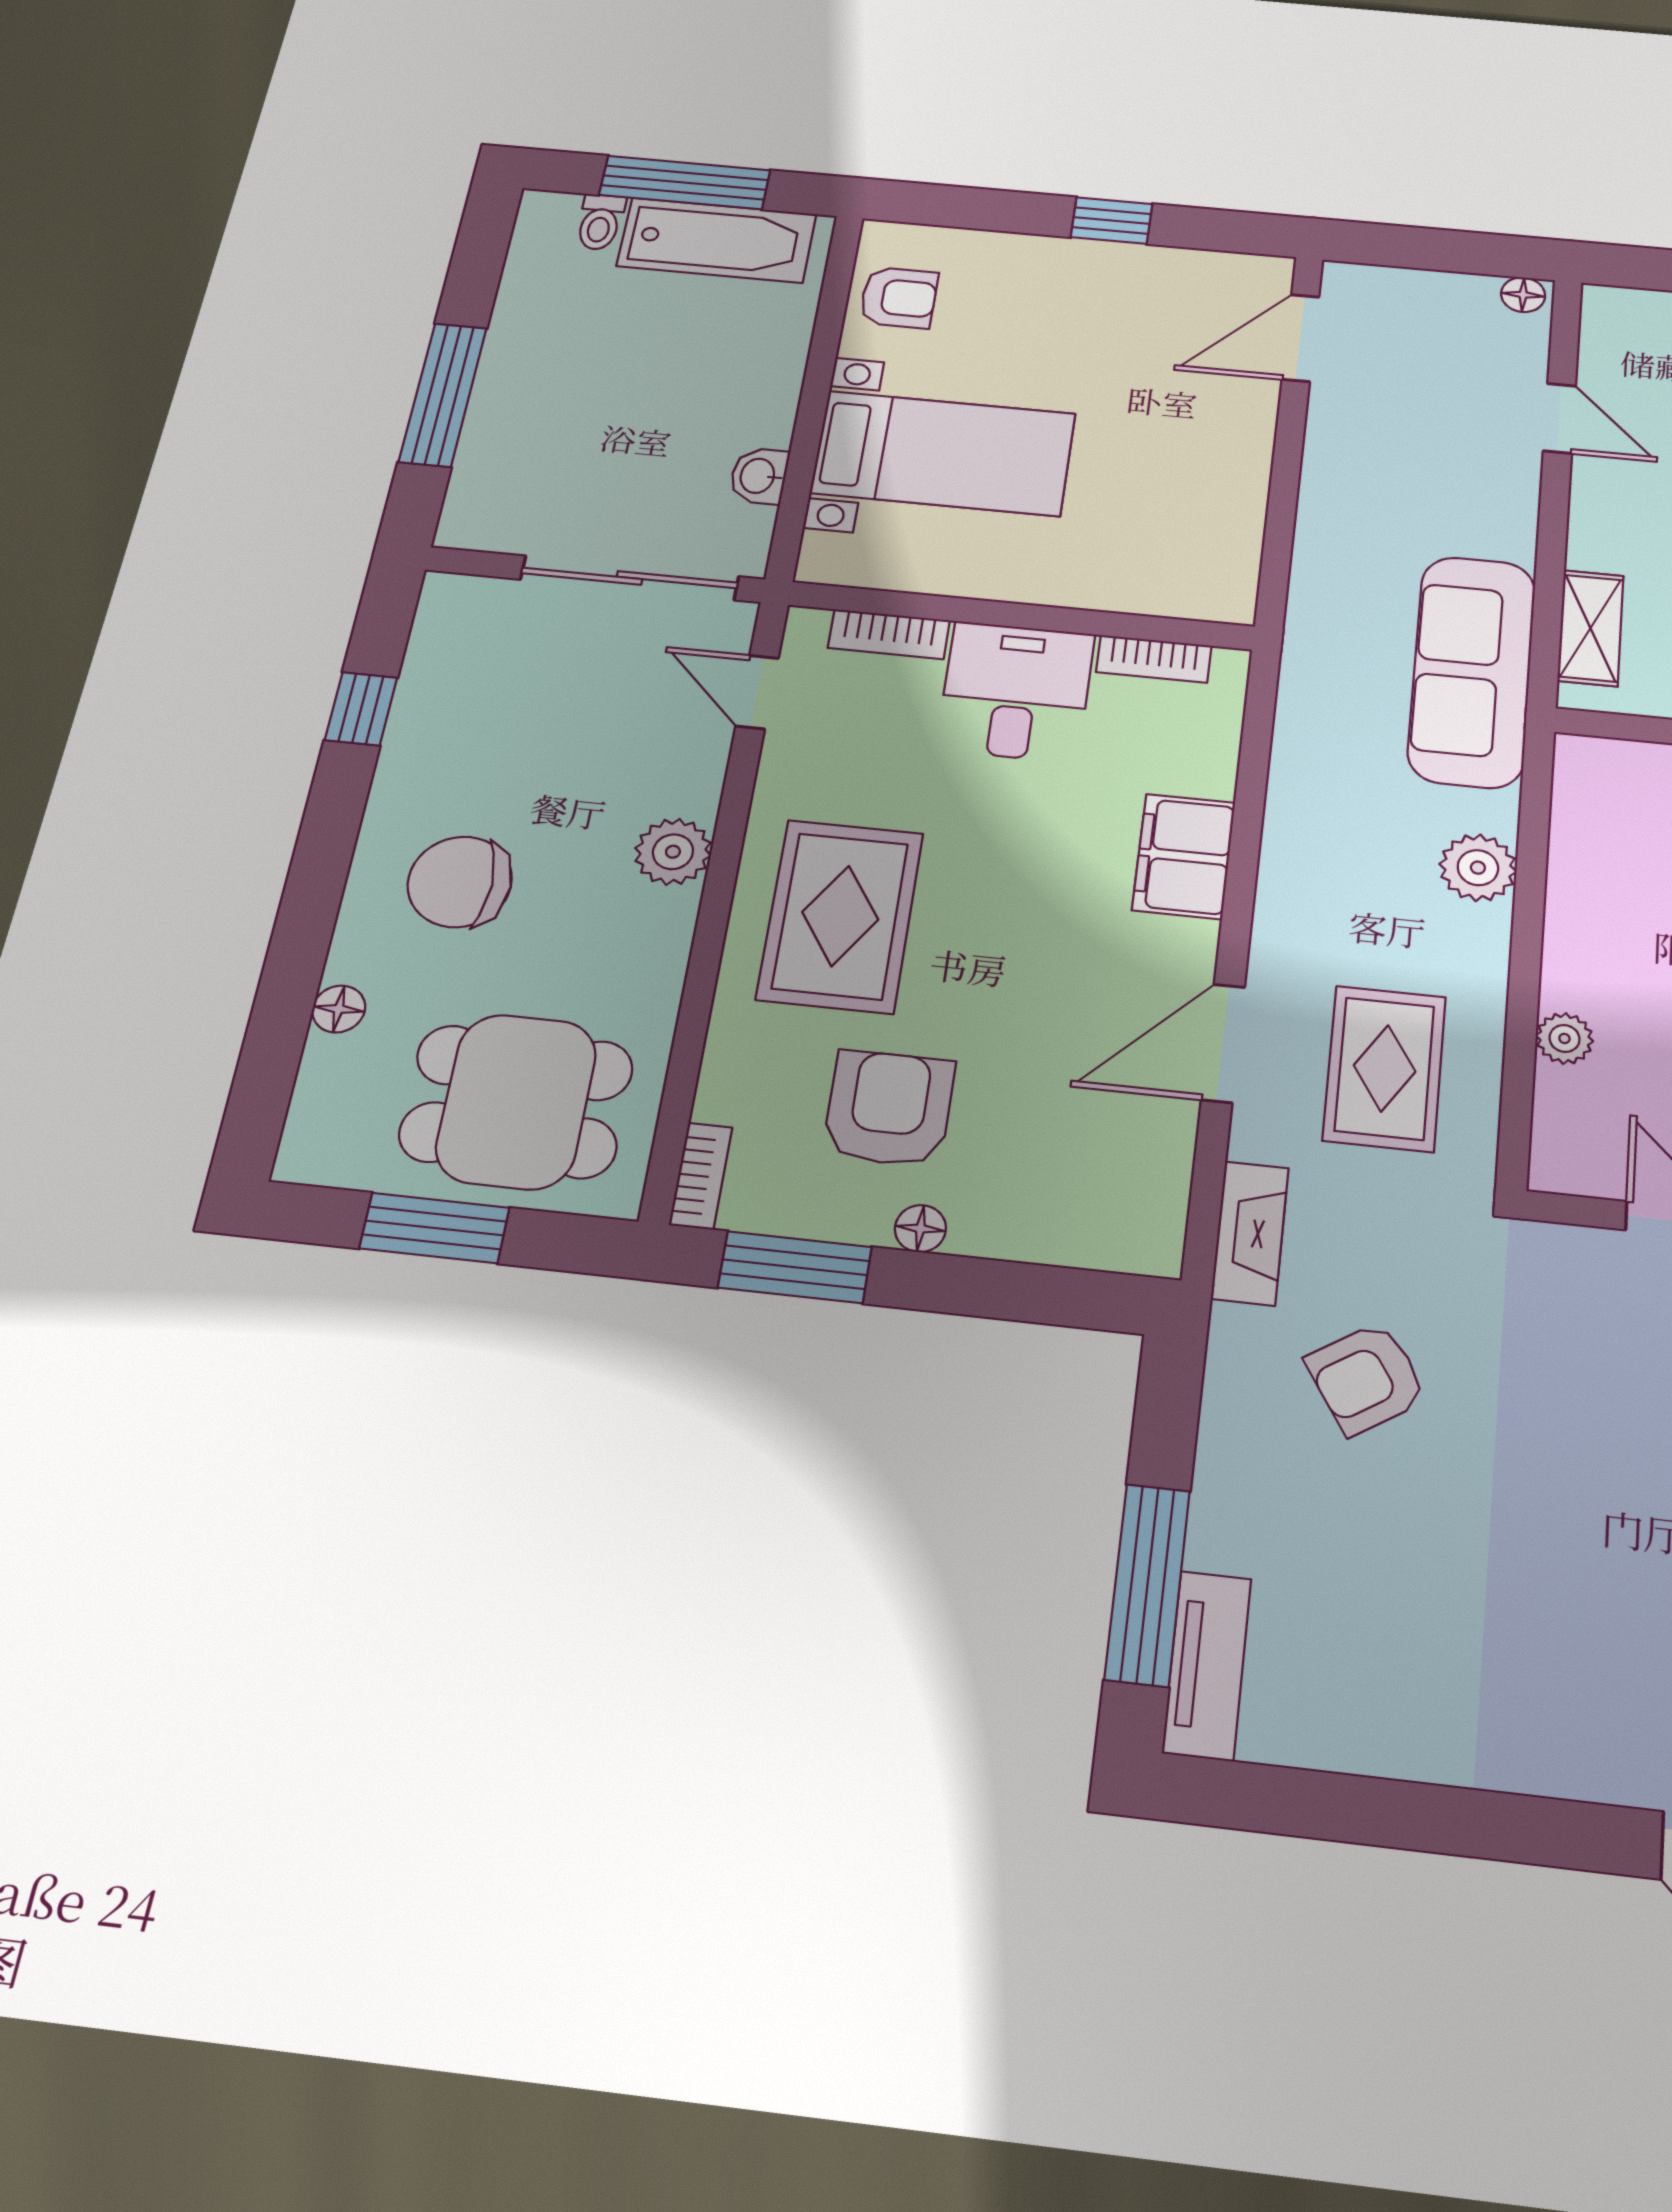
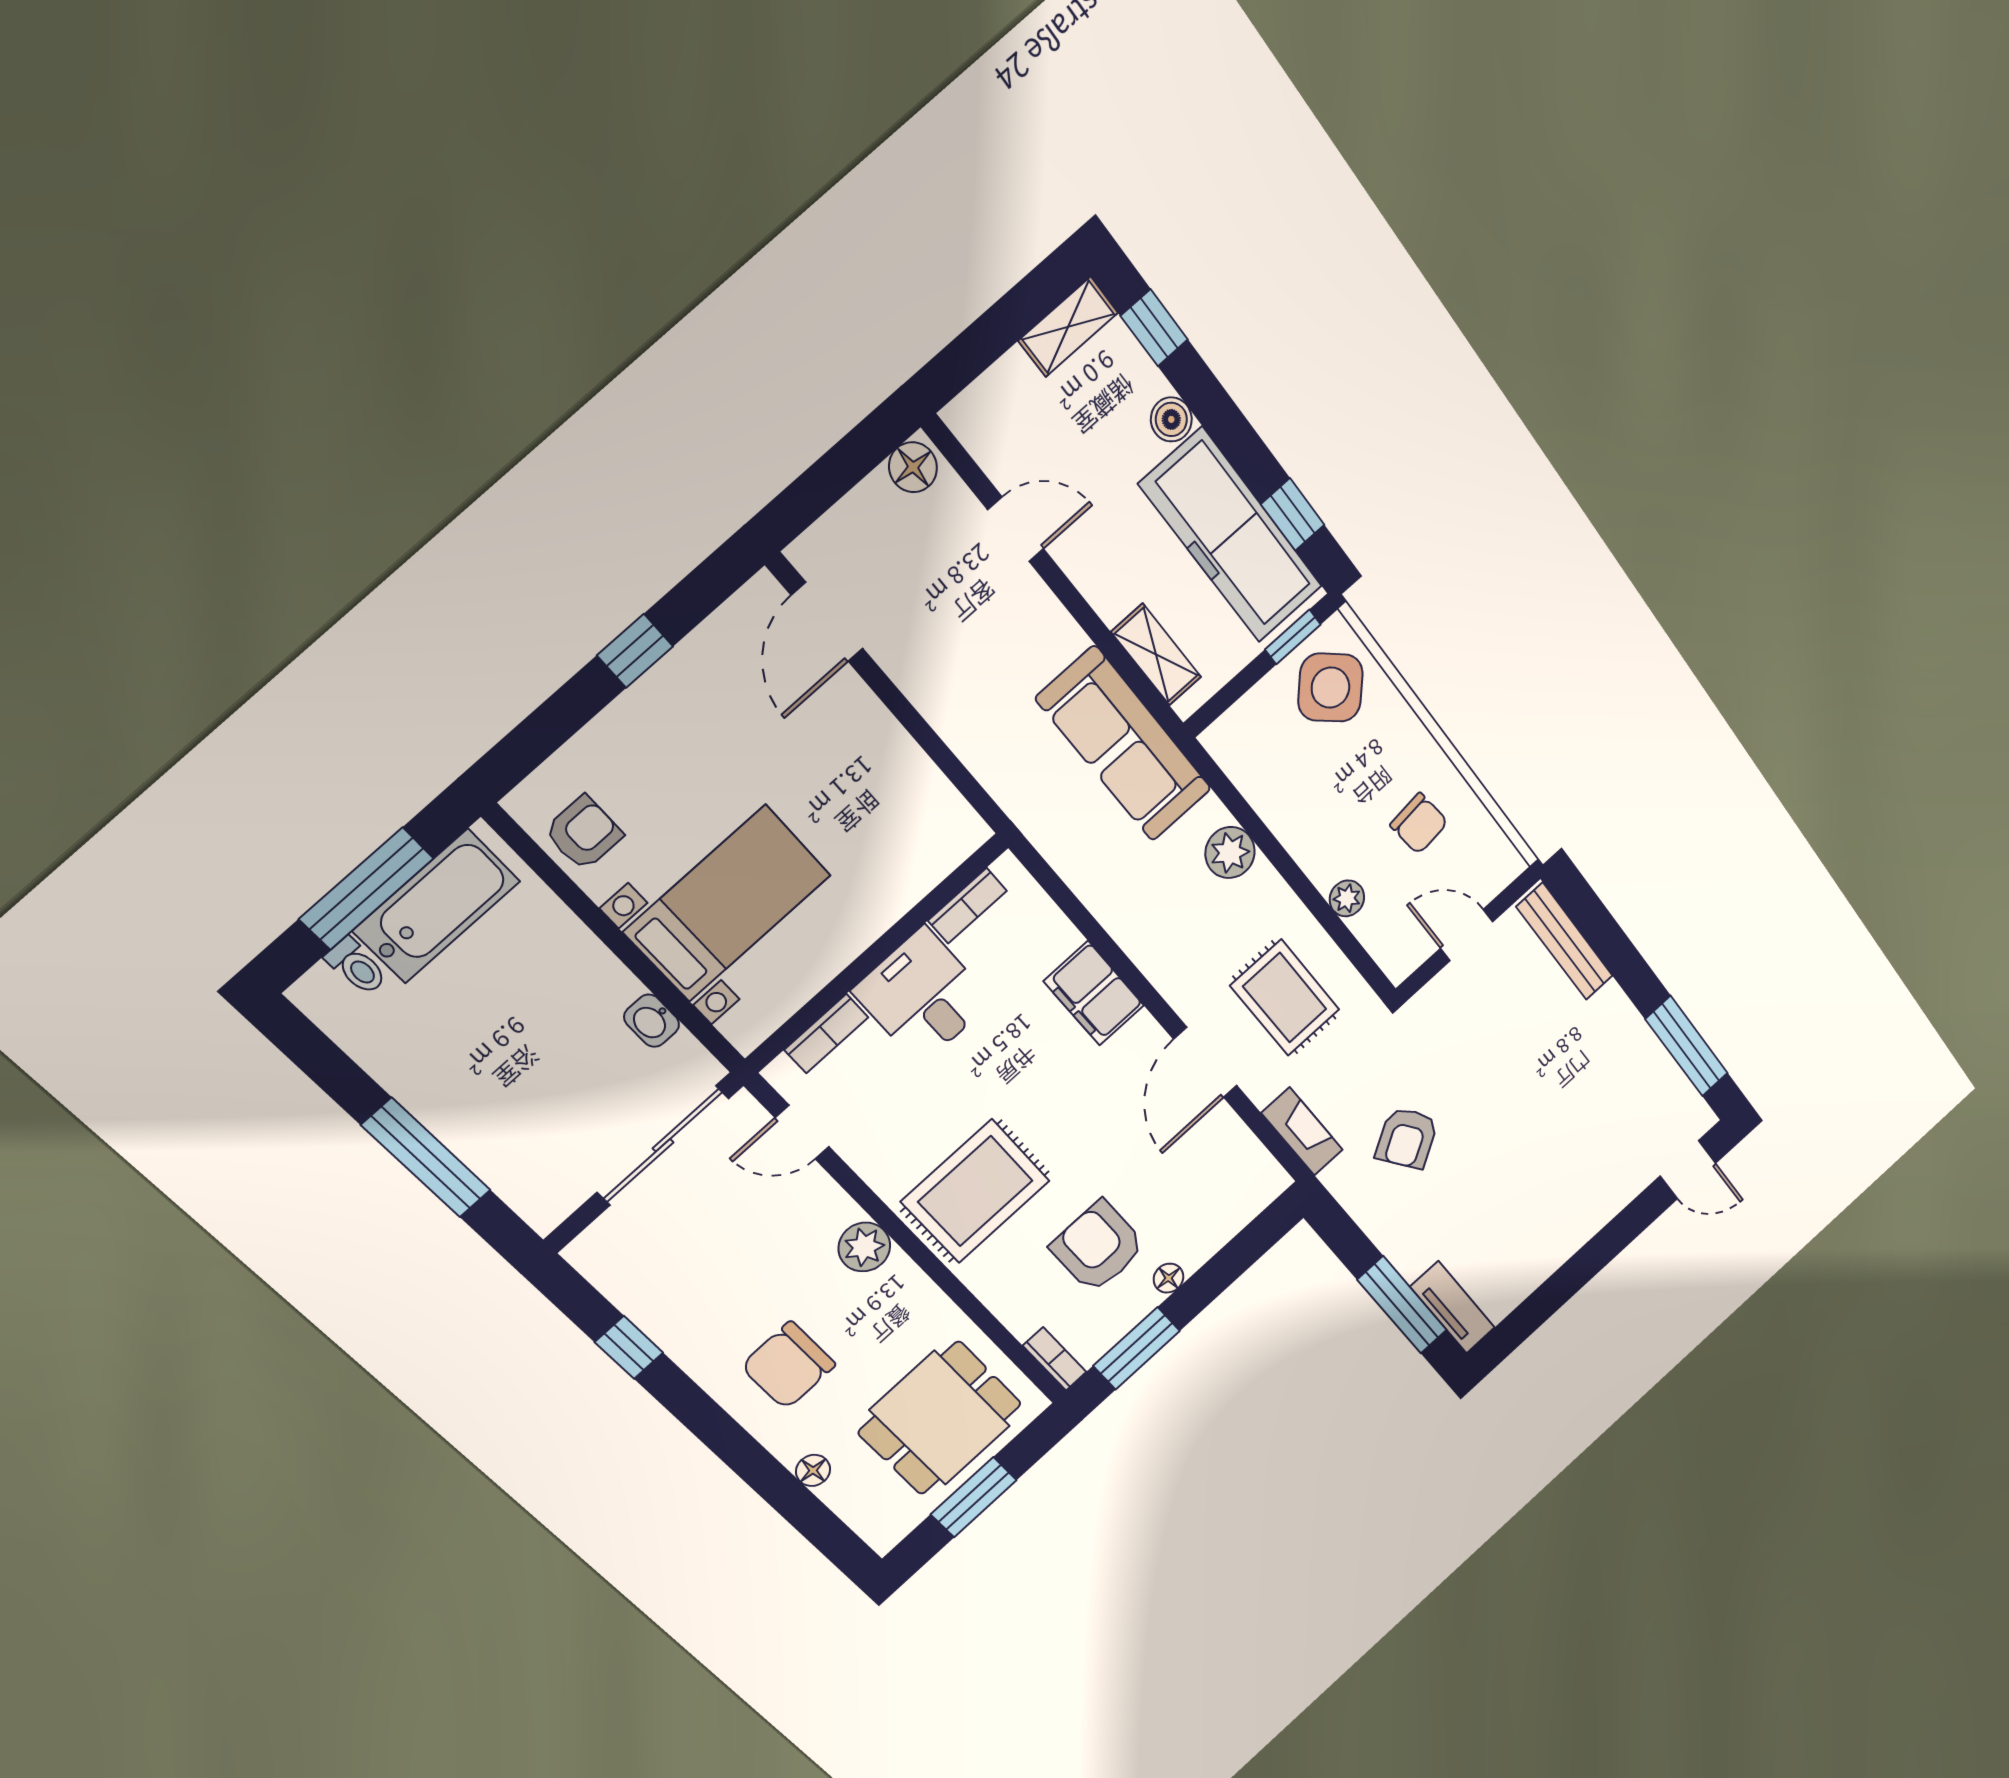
floor lamp: (1523, 295) -> (913, 467), width x1.37, depth x1.37
rug: (840, 916) -> (975, 1191), turned 90

